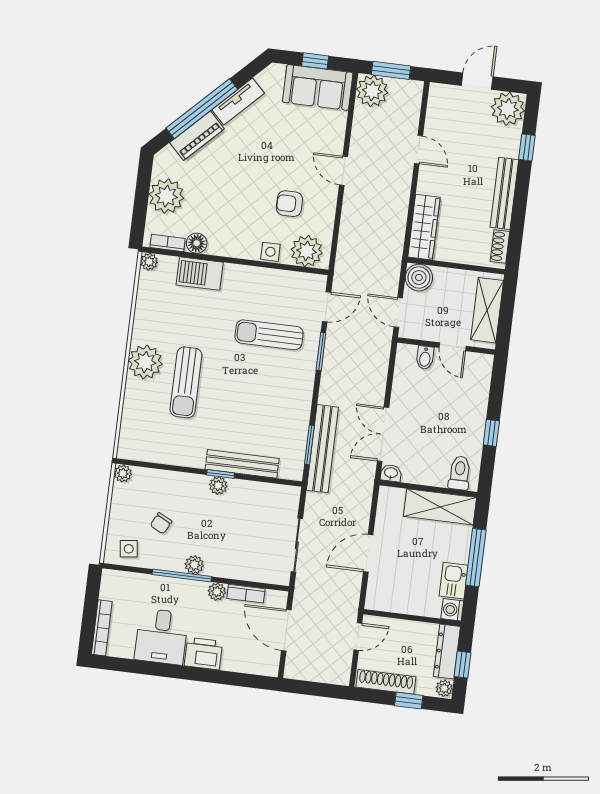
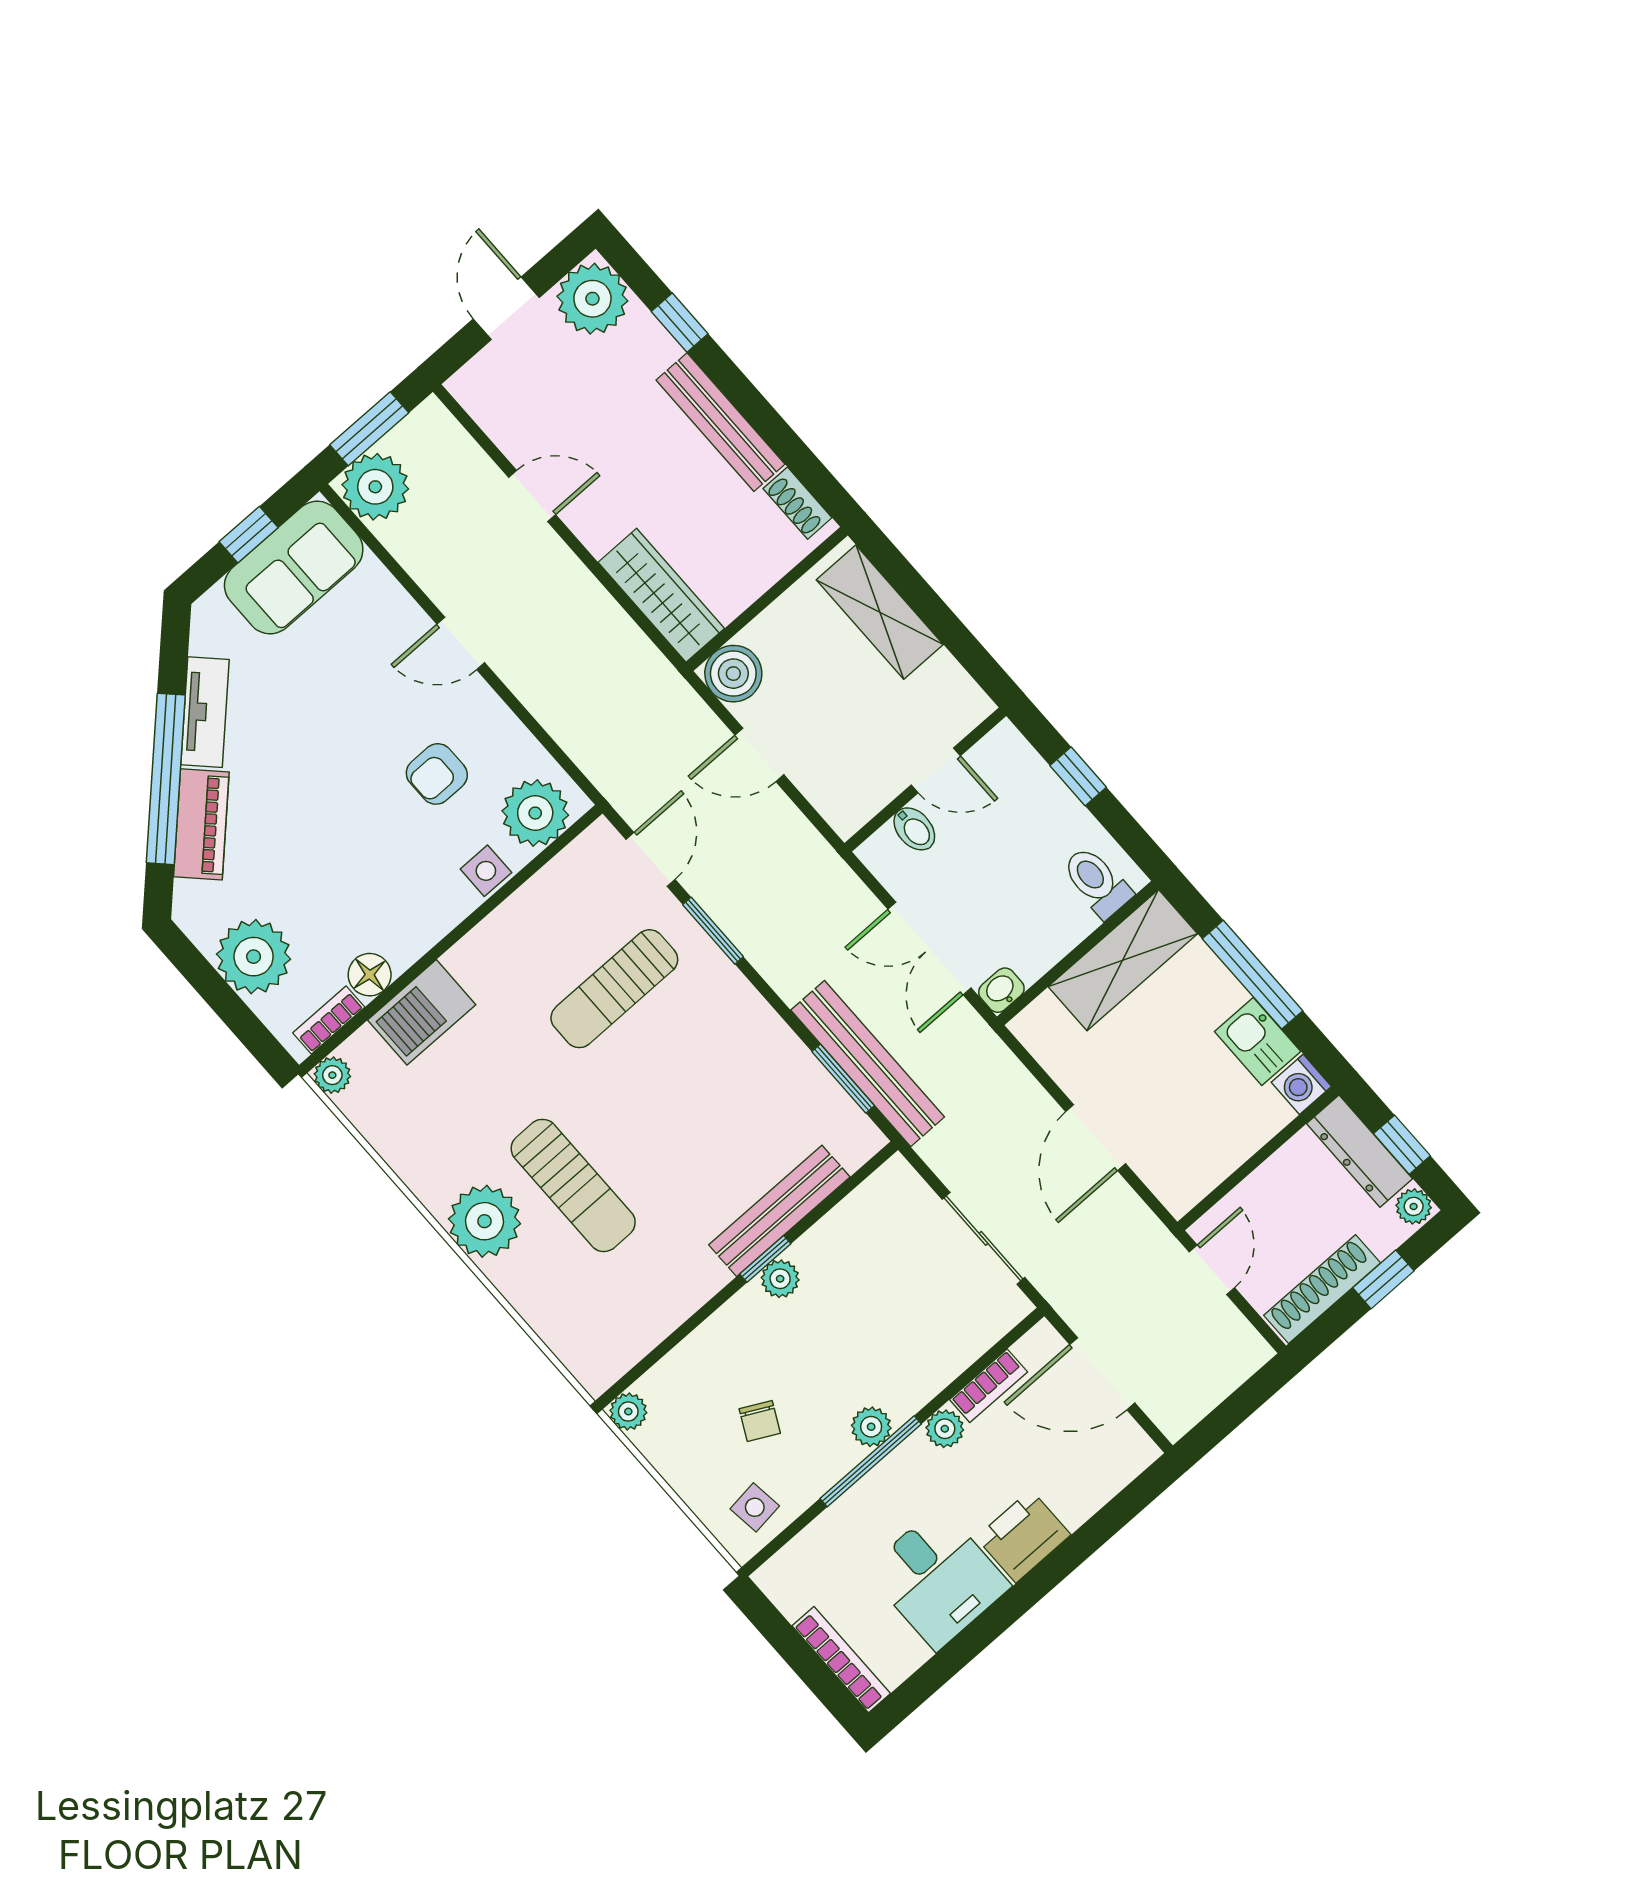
wall: (446, 346) -> (925, 780), moved
door: (453, 347) -> (936, 770), moved
bidet: (425, 358) -> (914, 829), moved

